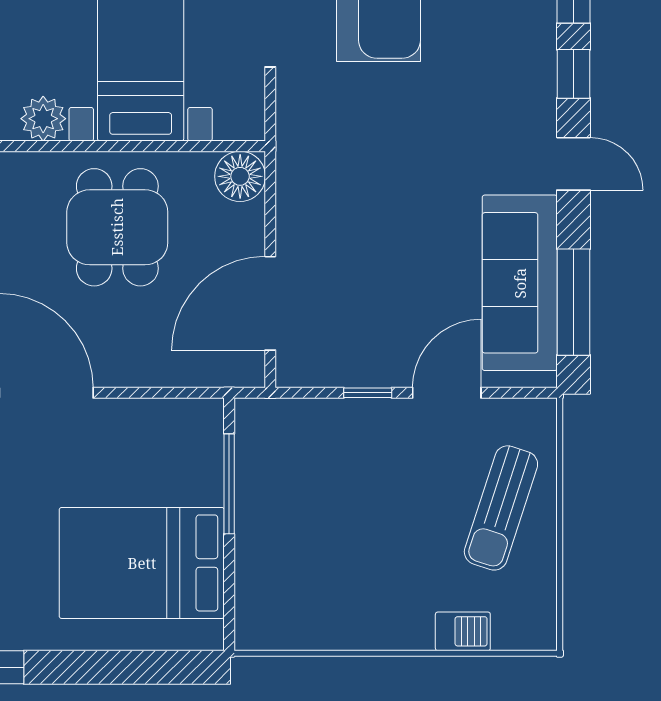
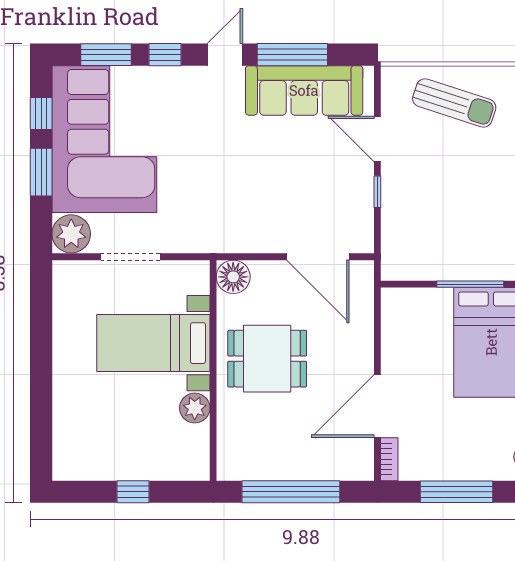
window: (574, 302) -> (292, 55), moved
window: (229, 484) -> (470, 284), moved

